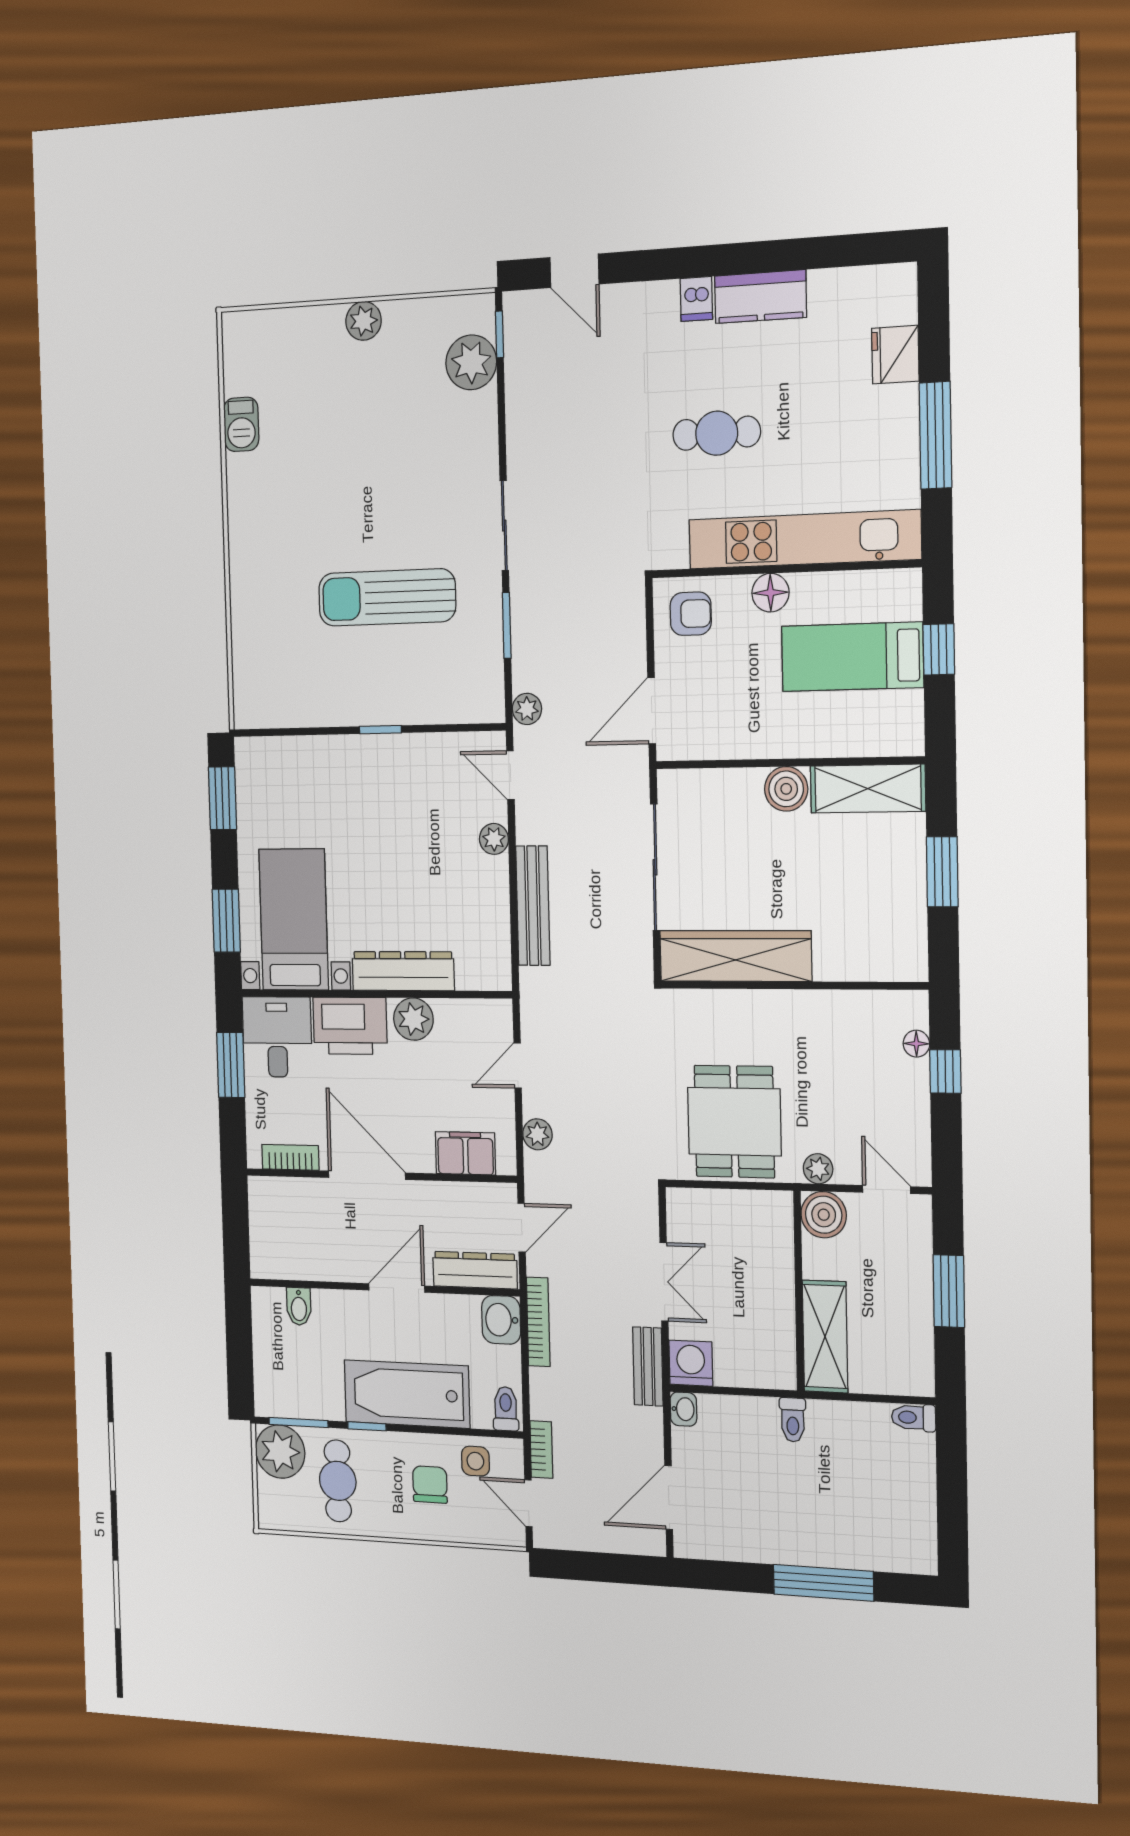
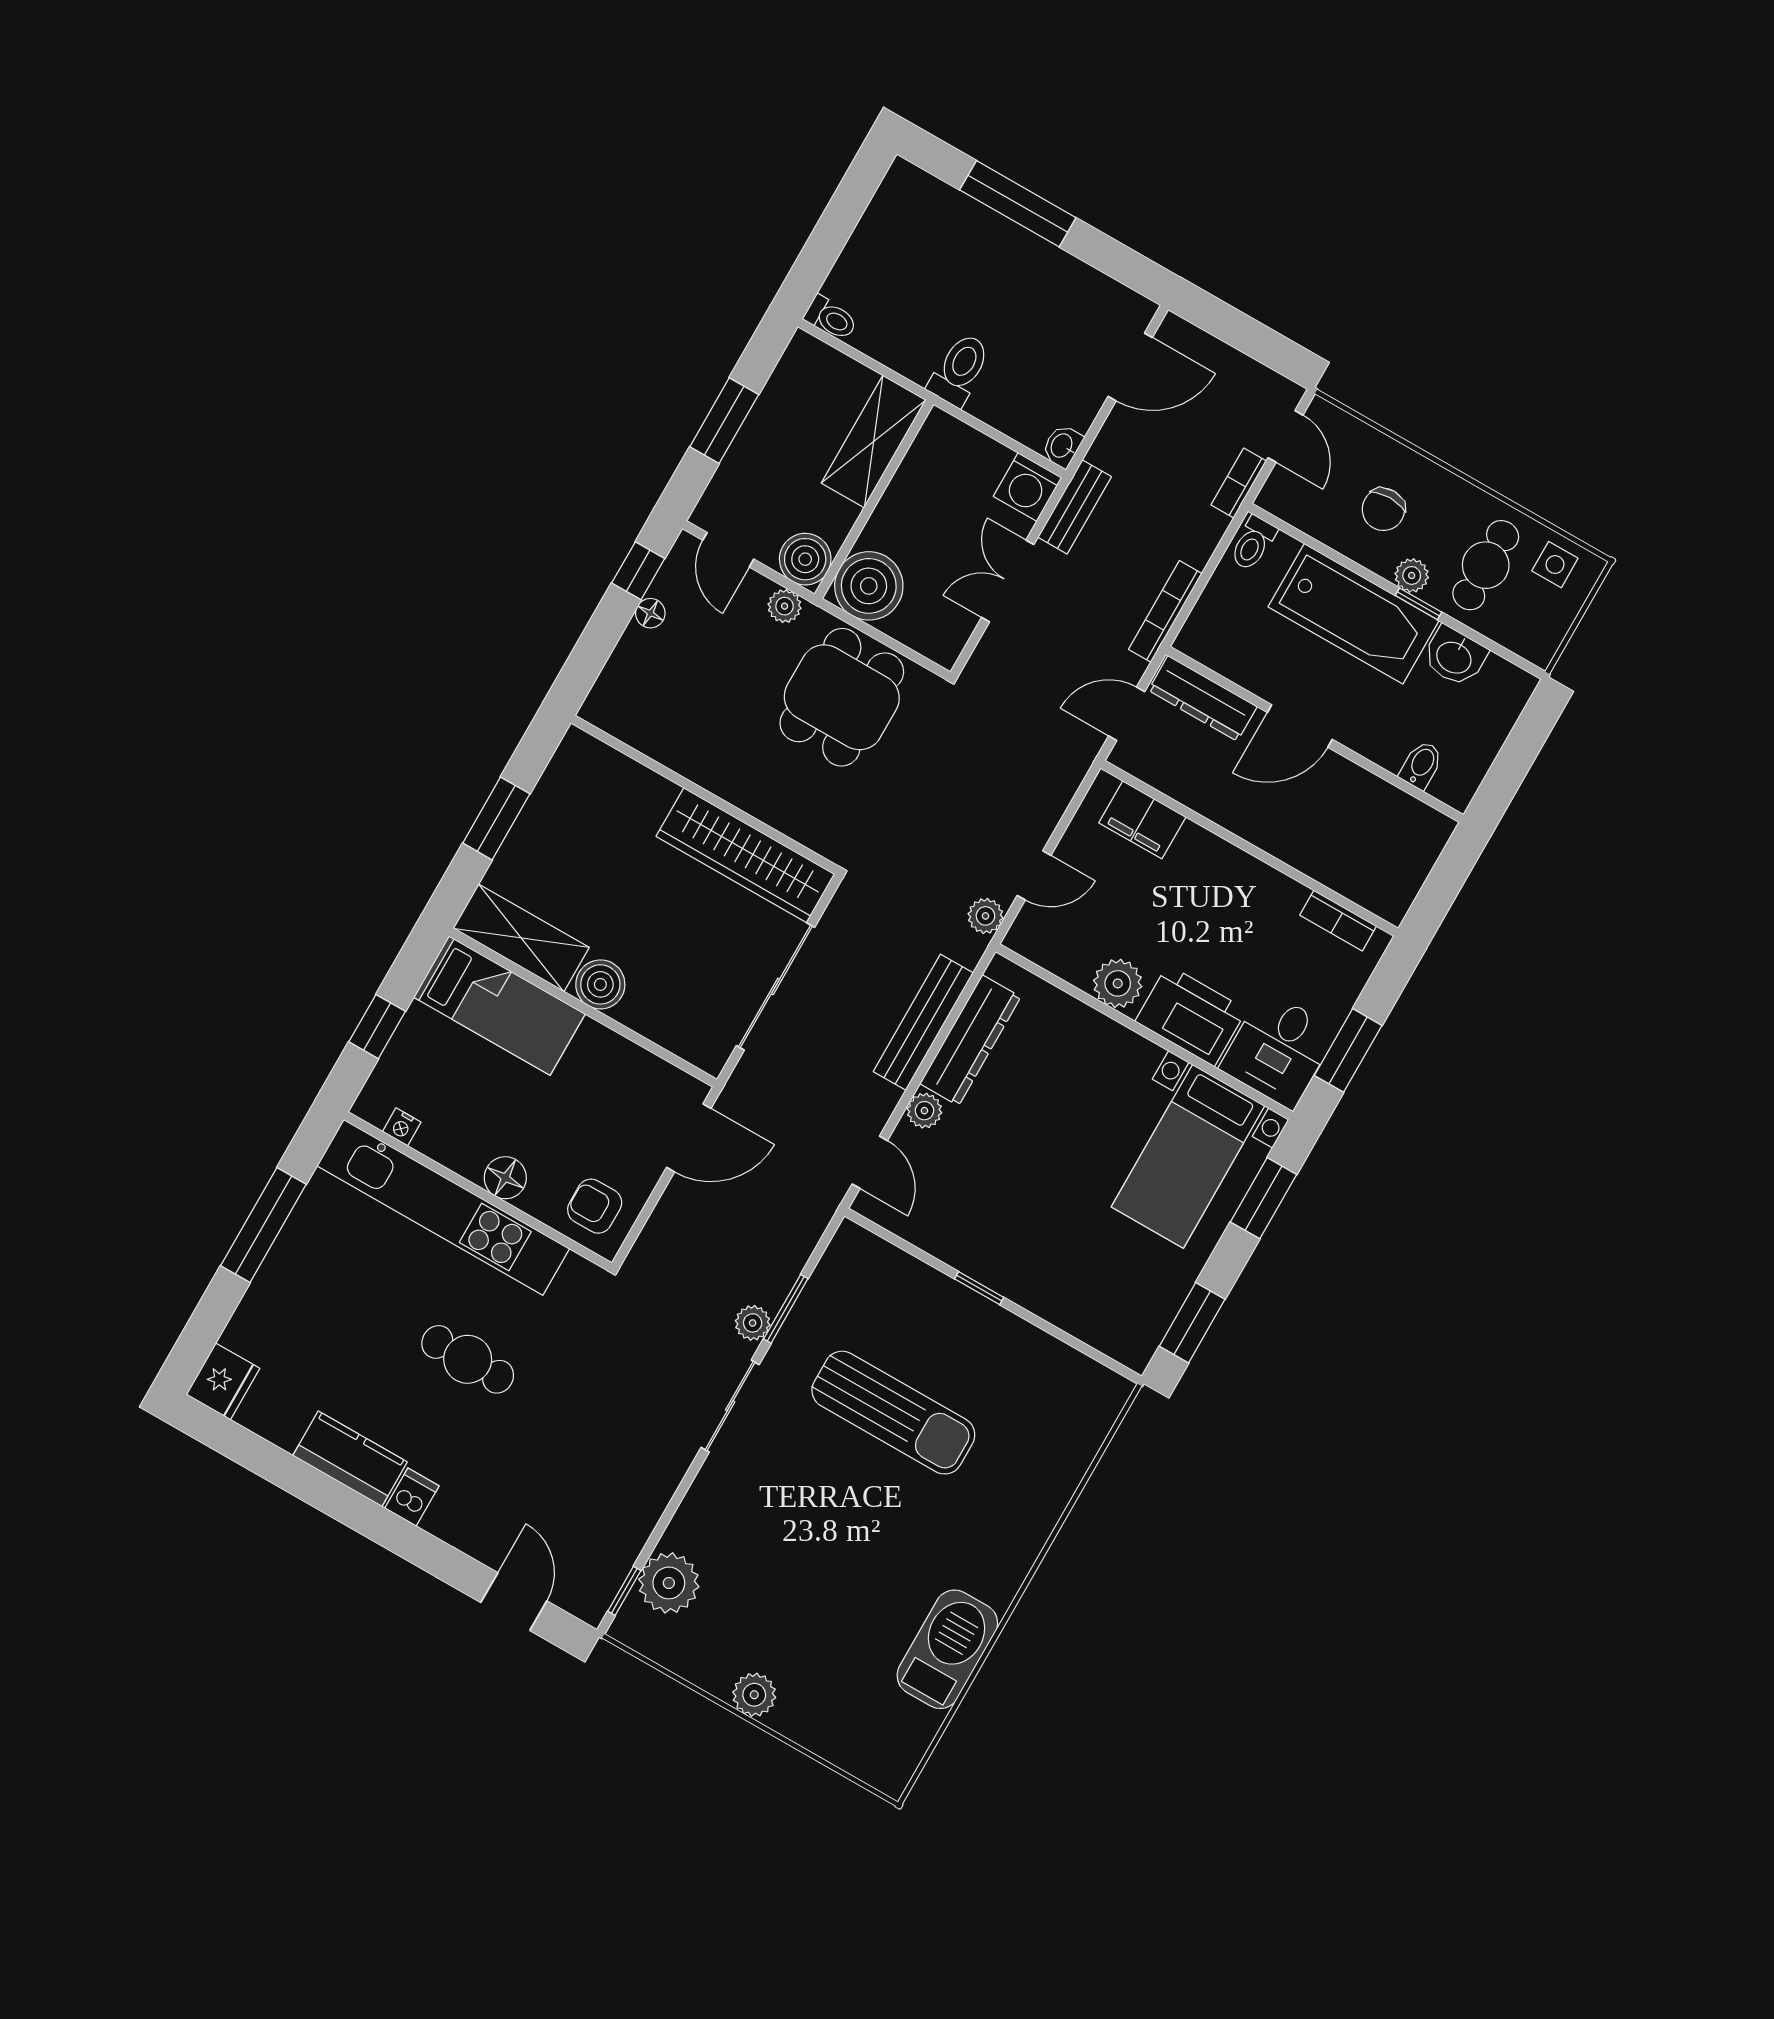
fridge: (895, 355) -> (223, 1381), moved
barbecue: (241, 424) -> (947, 1649), width x1.88, depth x1.53
nightstand: (873, 582) -> (402, 1127), added
bed: (852, 657) -> (499, 1006), moved
plant: (527, 709) -> (753, 1323), moved
dresser: (403, 971) -> (970, 1040), moved, turned -90
floor lamp: (916, 1044) -> (650, 613), moved
window: (945, 1071) -> (638, 571), moved
plant: (537, 1134) -> (985, 916), moved
door: (367, 1175) -> (1264, 856), removed
boiler: (764, 1220) -> (869, 586), added
washbasin: (501, 1320) -> (1455, 656), moved, turned 90
toilet: (793, 1420) -> (960, 370), width x1.37, depth x1.39
window: (298, 1422) -> (1494, 647), removed
plant: (280, 1452) -> (1412, 575), moved, width x0.53, depth x0.53
side table: (475, 1461) -> (1555, 565), moved

